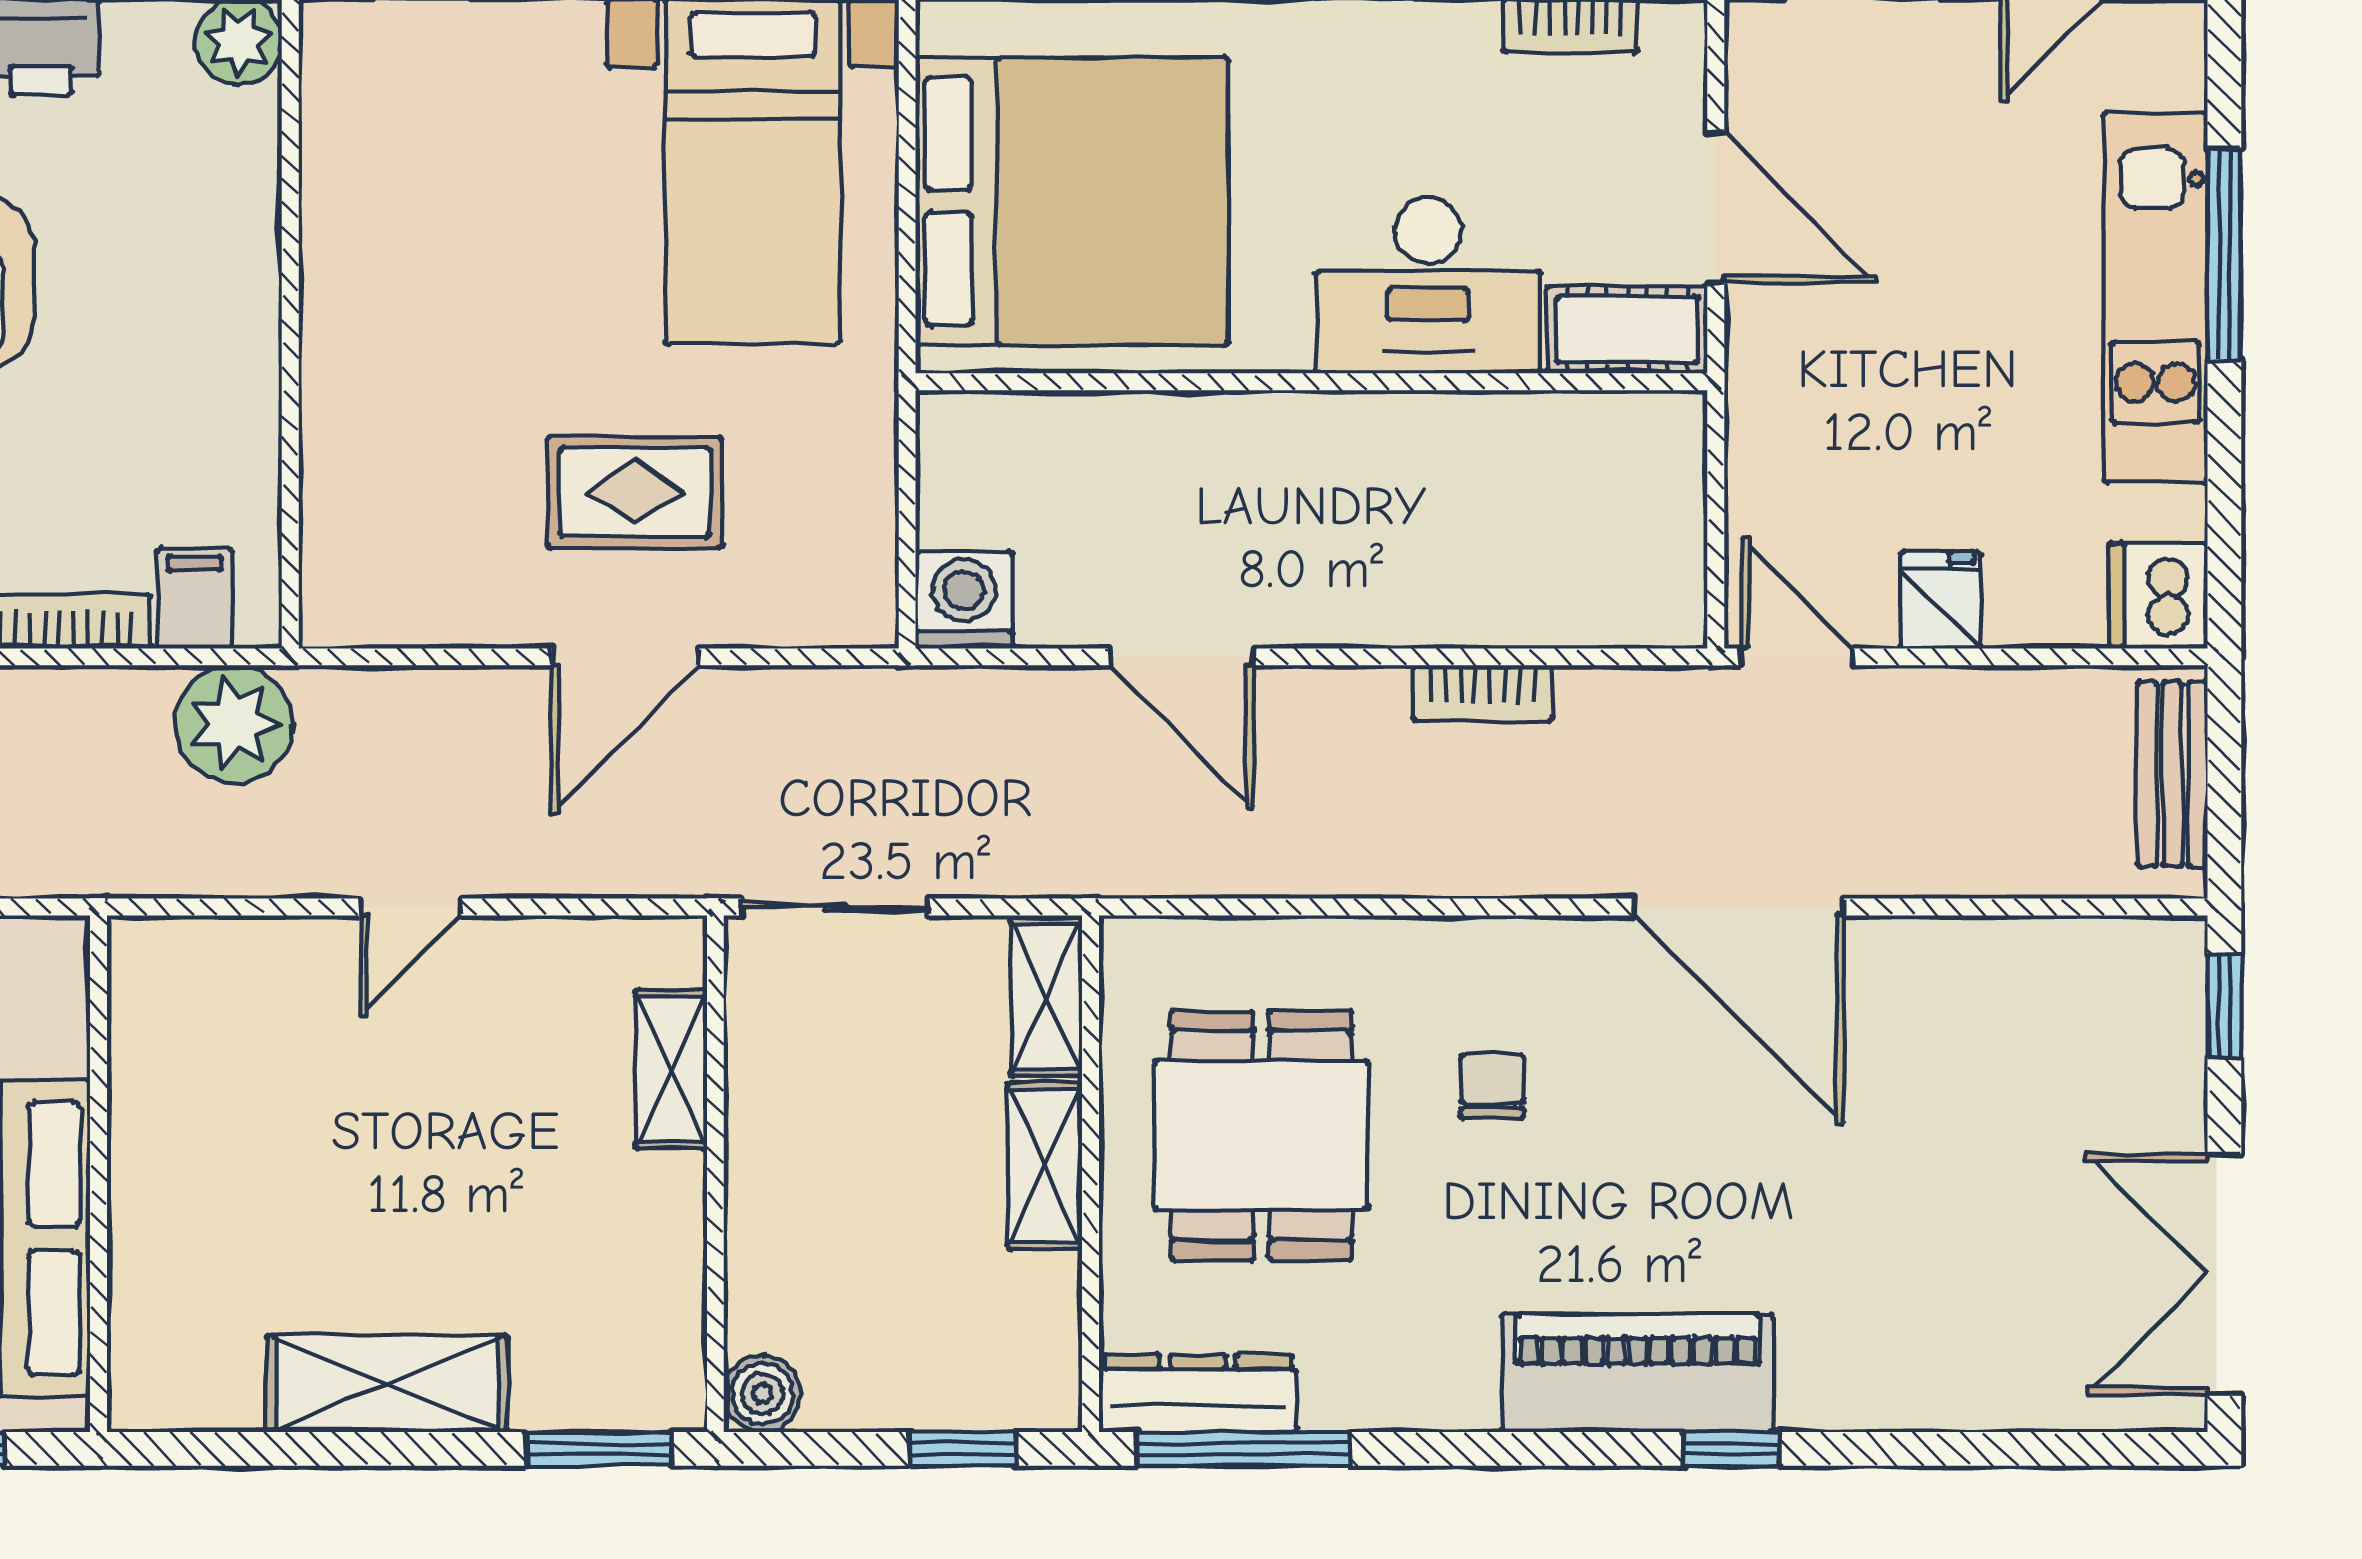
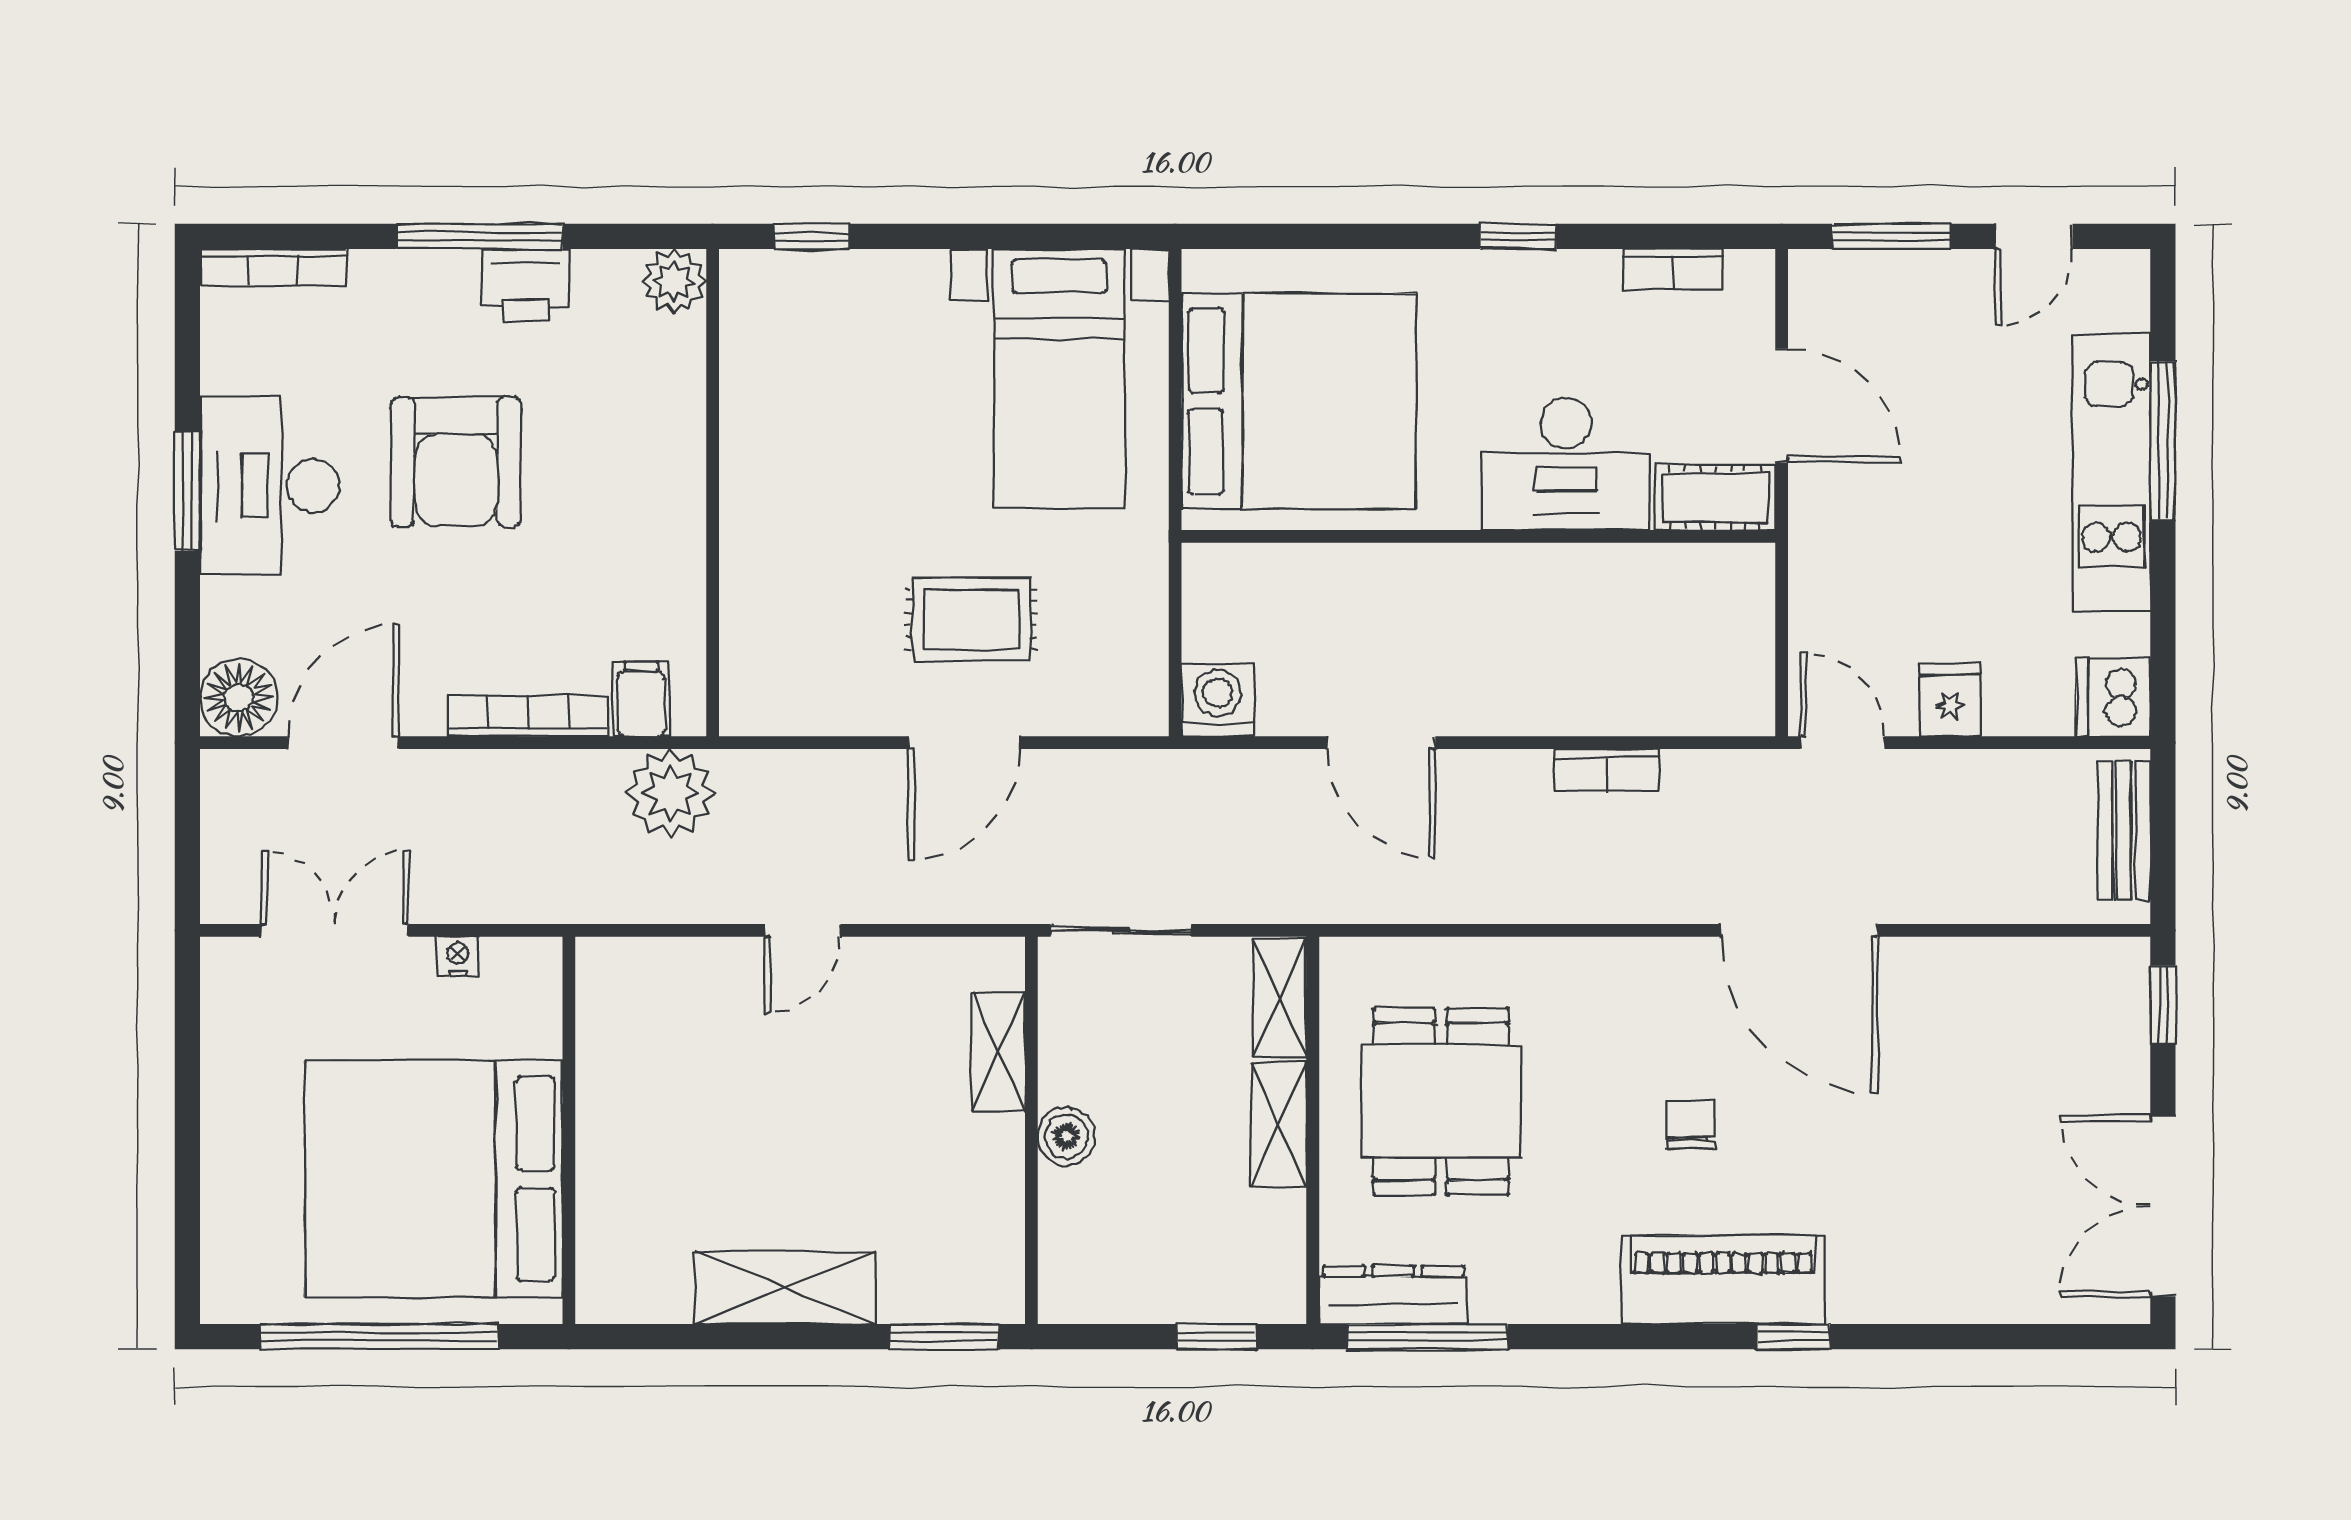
chair: (1492, 1086) -> (1691, 1124), moved
boiler: (762, 1394) -> (1067, 1136), moved

